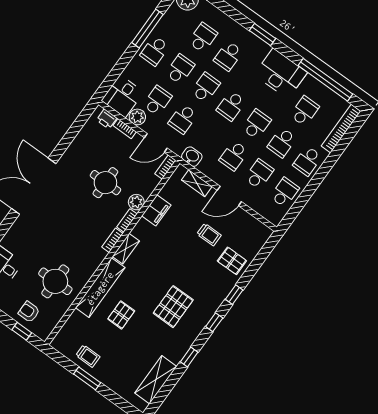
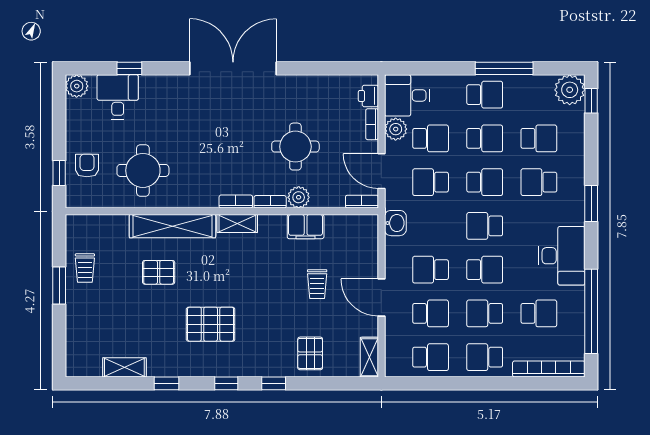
school desk: (155, 51) -> (485, 95), turned 180
shelving: (197, 183) -> (369, 357), moved
trolley: (209, 235) -> (317, 284), moved
shelving: (156, 380) -> (124, 367), width x0.67, depth x0.75

